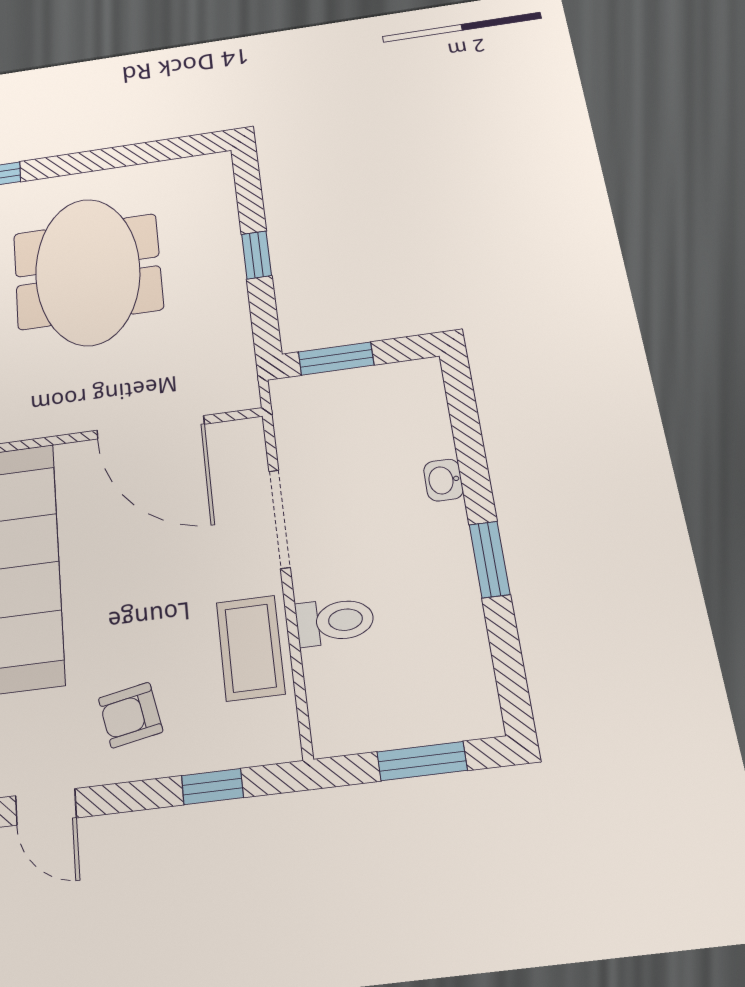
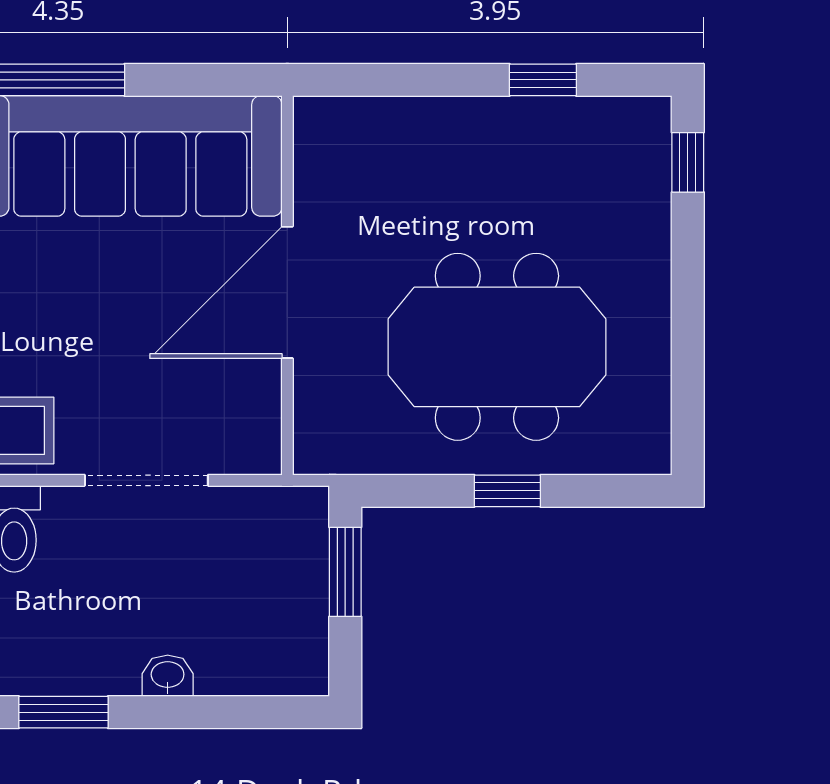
meeting table: (88, 271) -> (497, 347), moved
door: (151, 427) -> (287, 292), moved

